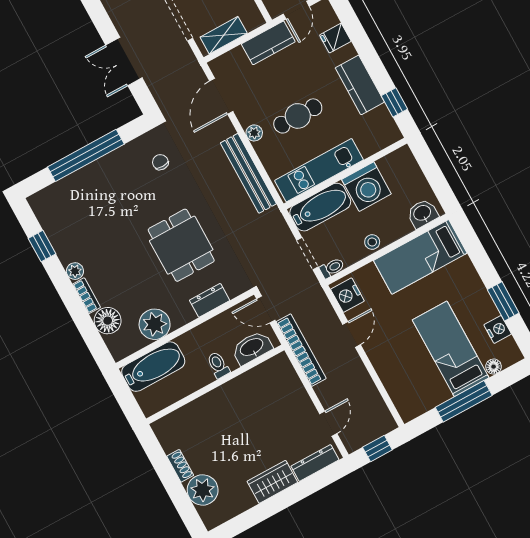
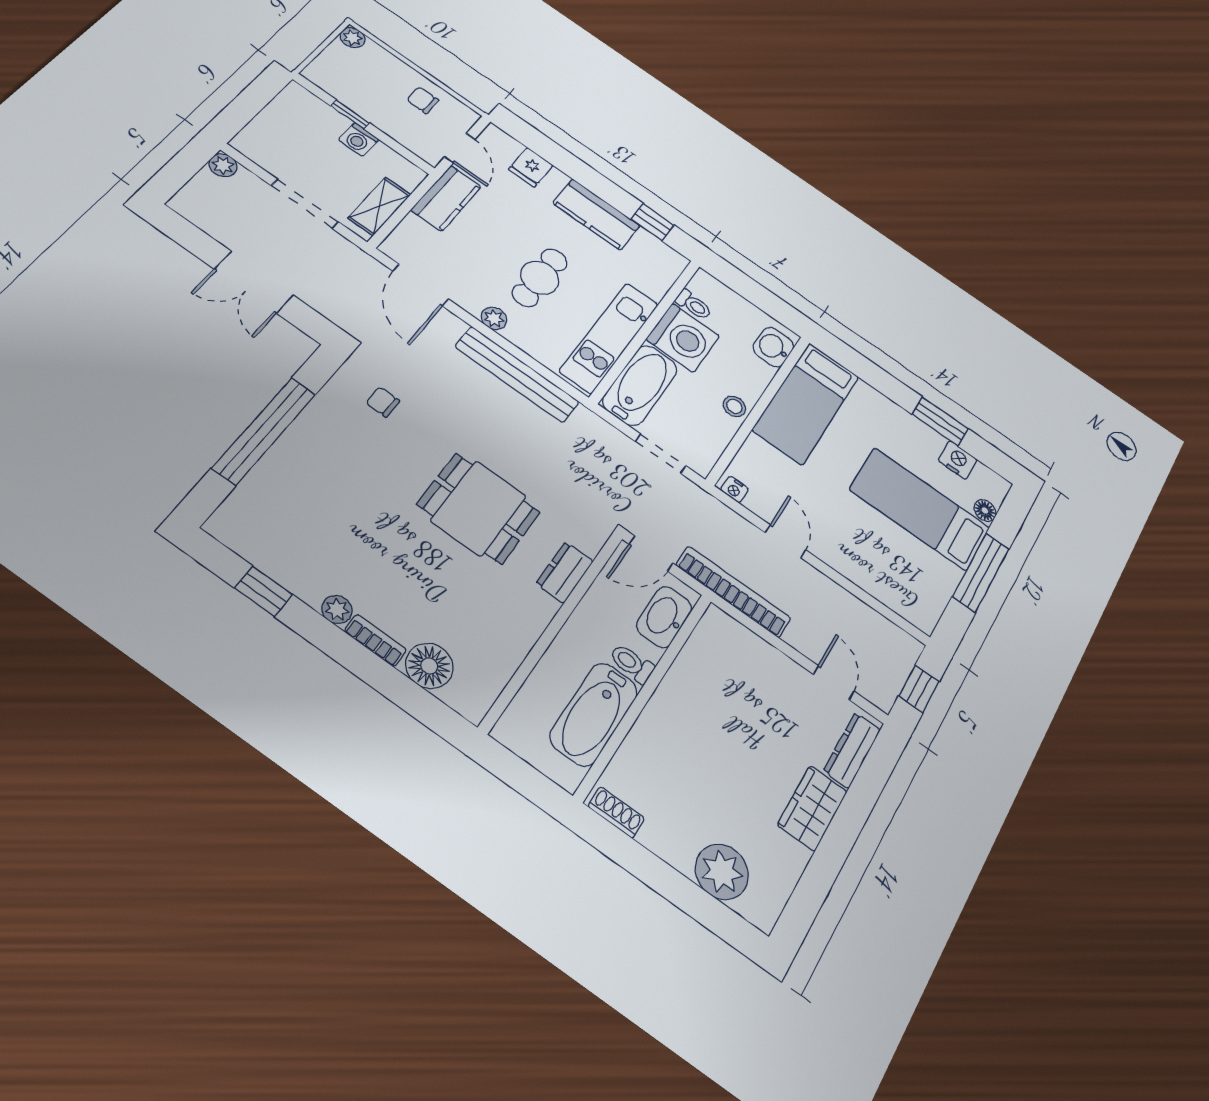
toilet: (332, 268) -> (693, 305), moved, turned 90
nightstand: (347, 295) -> (735, 489), width x0.53, depth x0.56
plant: (155, 324) -> (504, 641), removed
bathtub: (153, 367) -> (594, 714), moved, turned 180
shoe rack: (180, 466) -> (616, 812), moved

